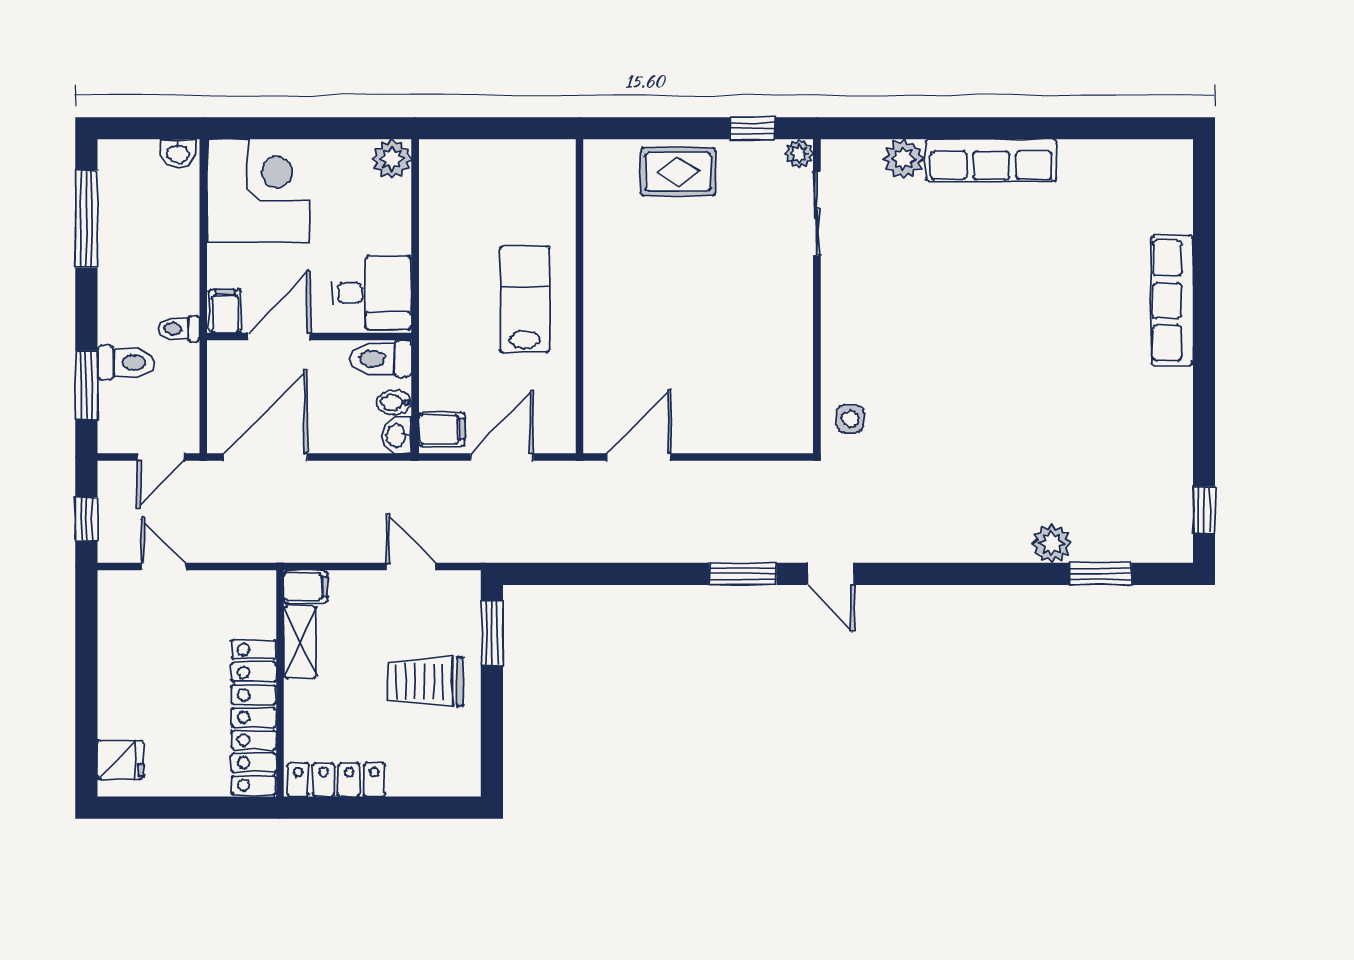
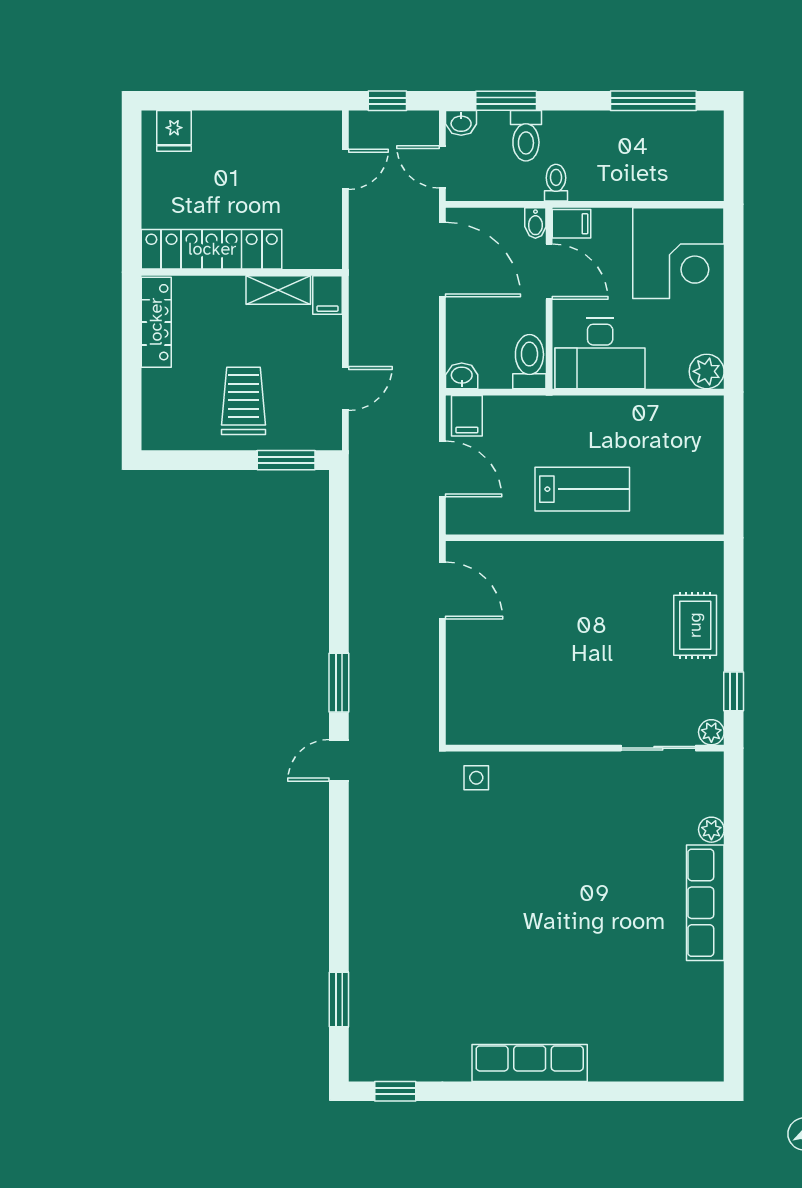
washbasin: (178, 153) -> (461, 123), moved, turned -90
plant: (903, 159) -> (711, 830), width x0.73, depth x0.73
desk: (372, 293) -> (600, 354), width x1.37
row of seats: (1172, 301) -> (530, 1063), moved
bidet: (394, 402) -> (535, 223), moved, turned 180
plant: (1051, 543) -> (366, 956), removed

